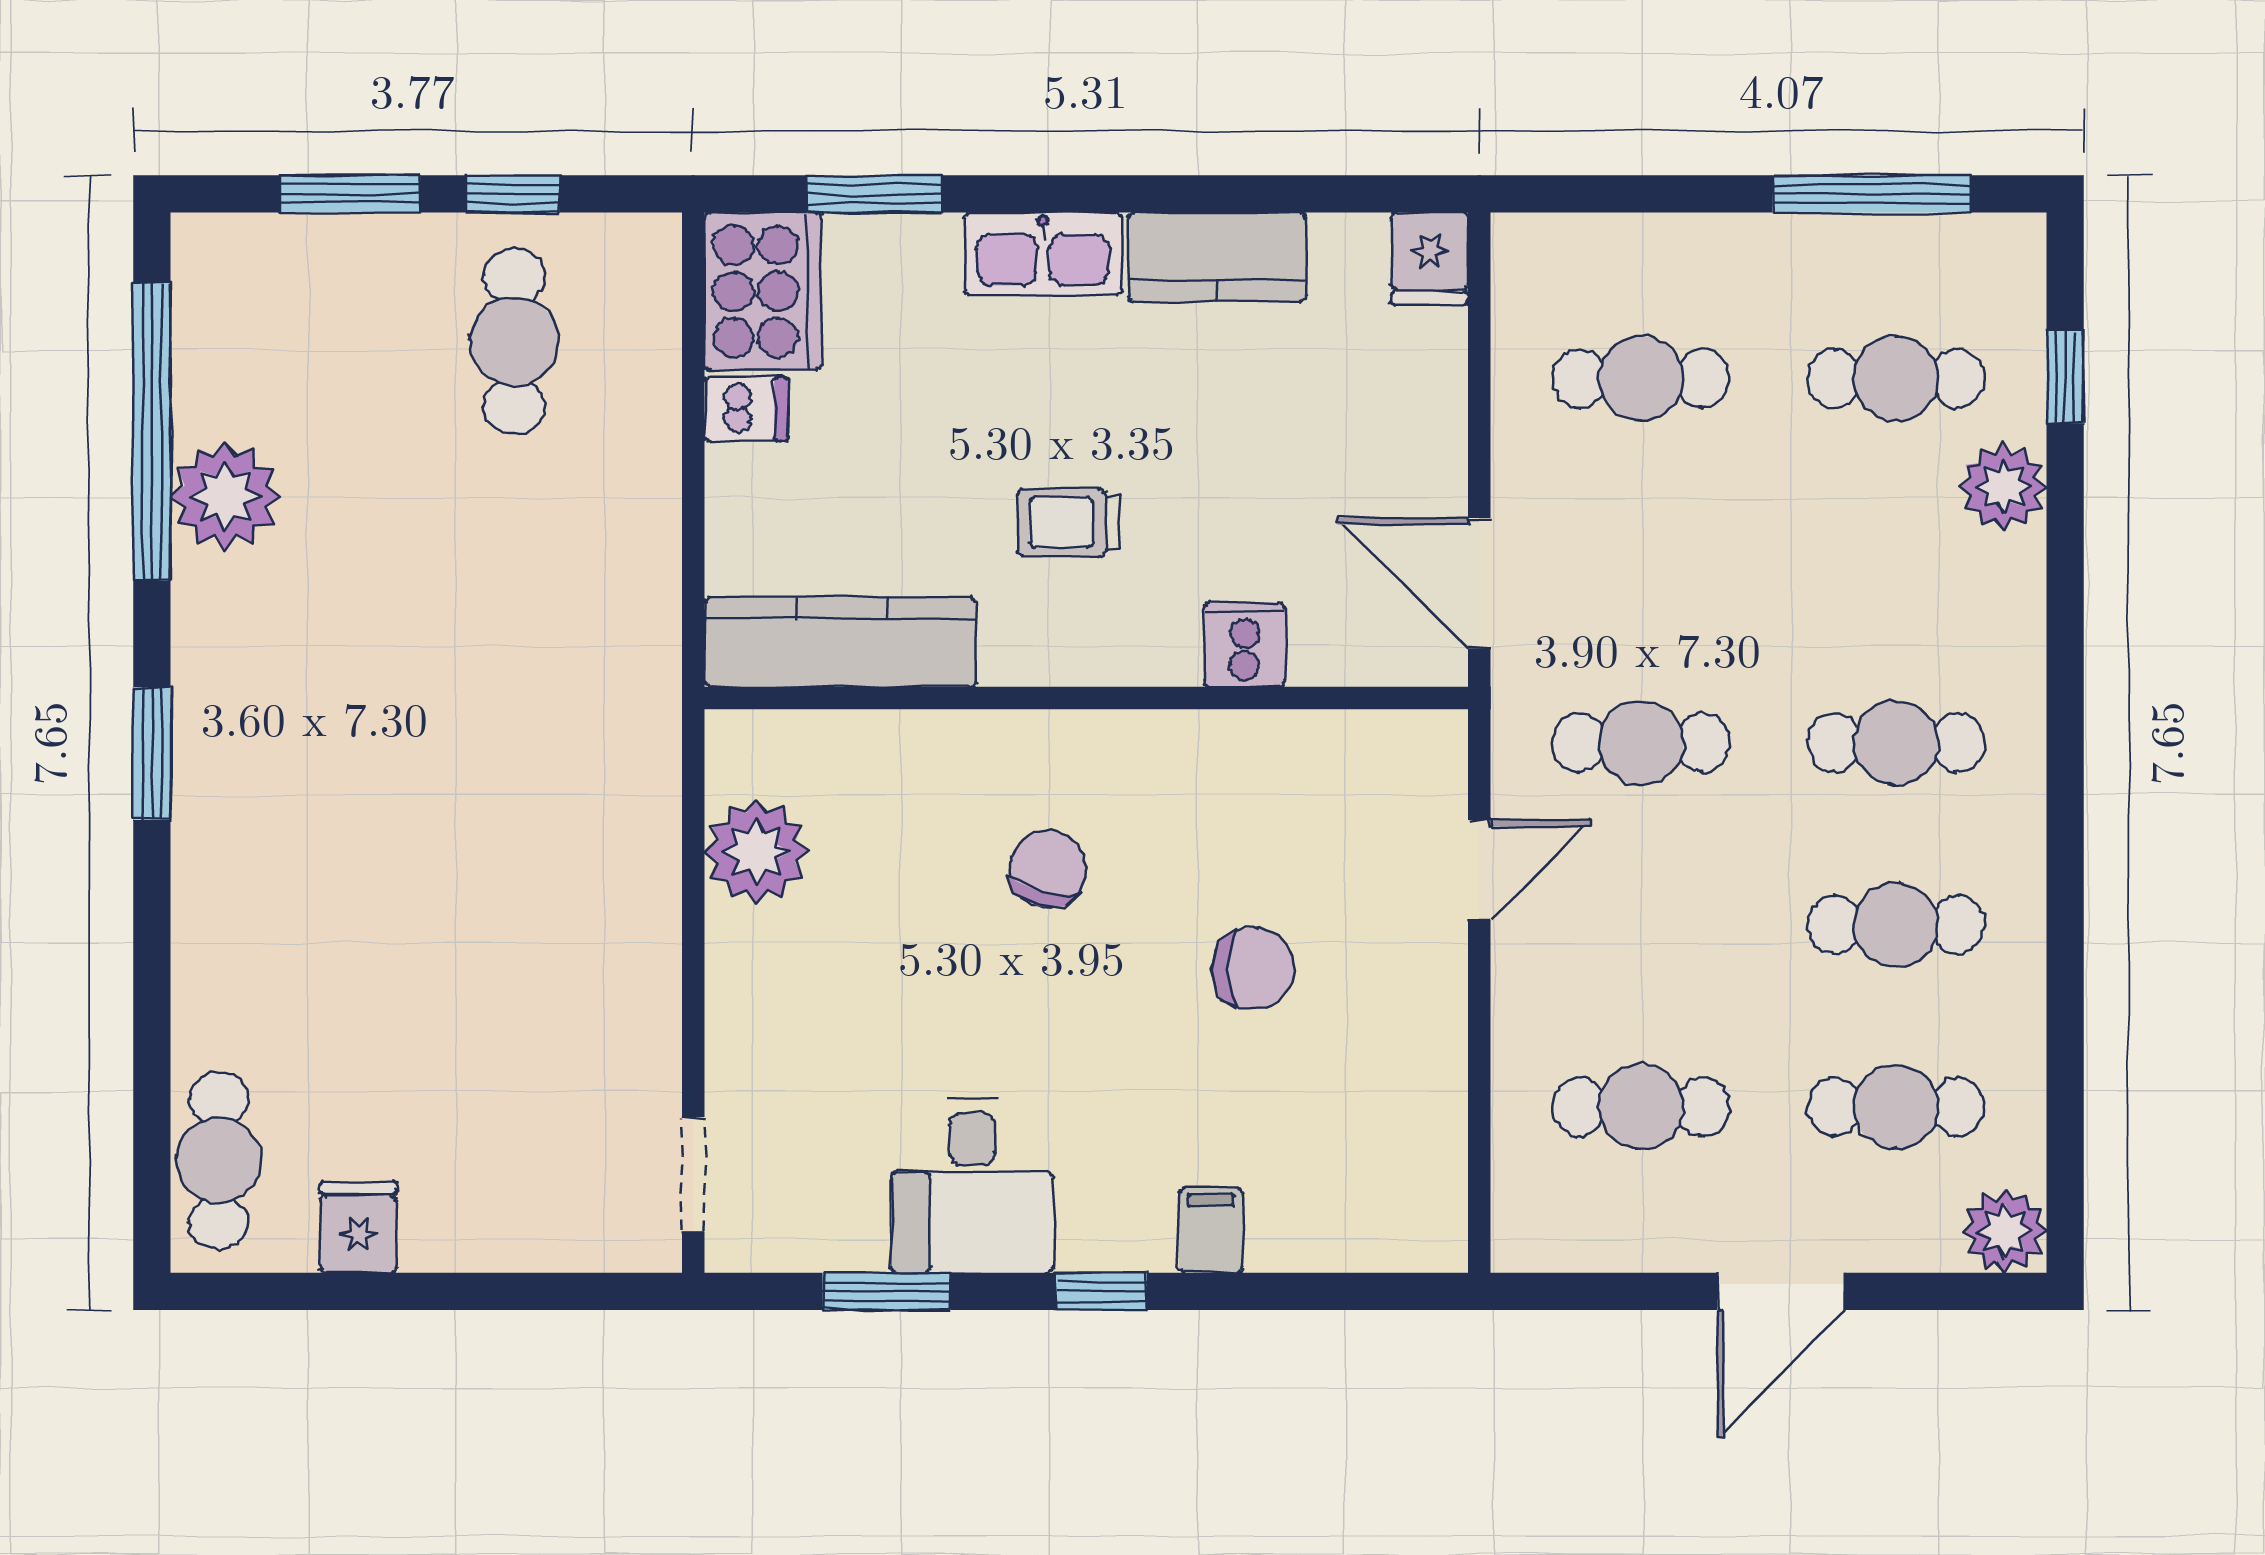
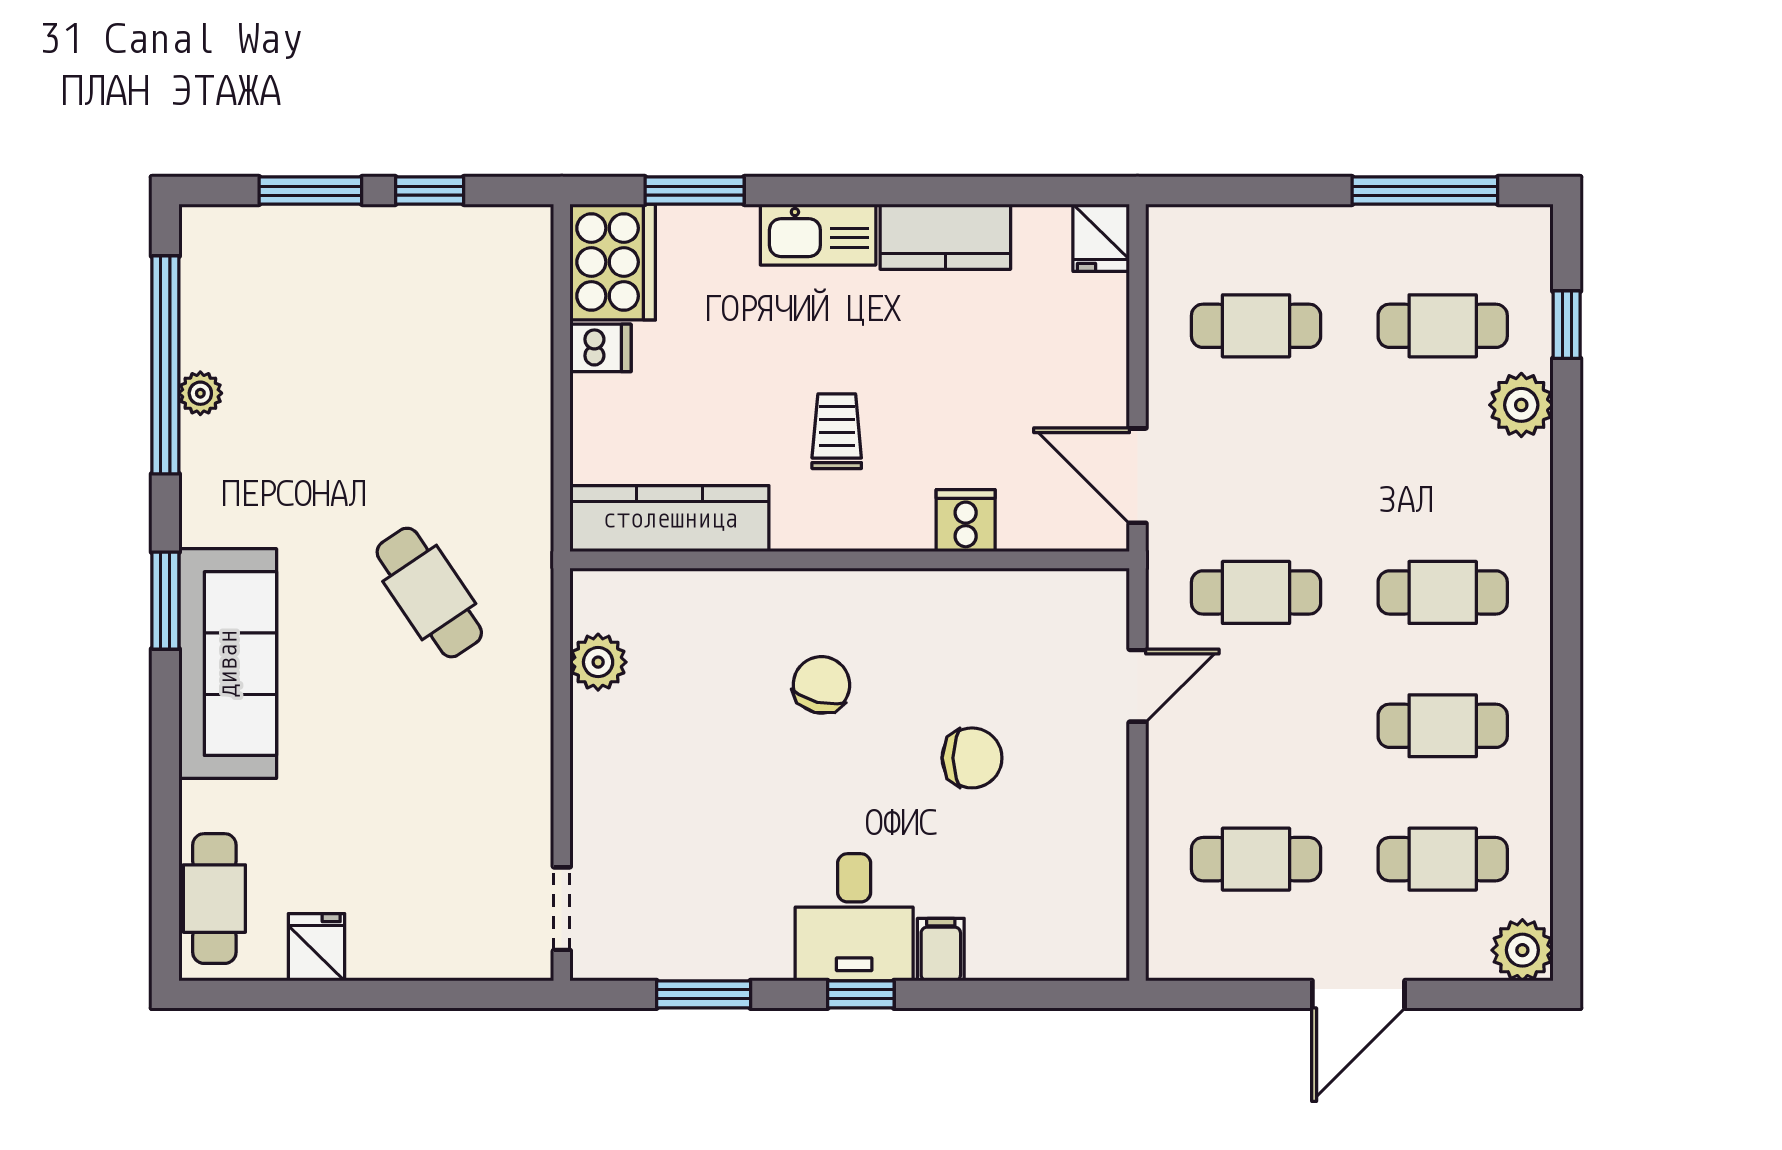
cafe table: (514, 341) -> (429, 593), moved, turned -34
plant: (225, 496) -> (200, 393), width x0.53, depth x0.53
trolley: (1069, 522) -> (837, 431), turned 90
sofa: (237, 840) -> (228, 664), added
plant: (757, 852) -> (598, 662), width x0.73, depth x0.73
desk: (972, 1186) -> (854, 917), moved

